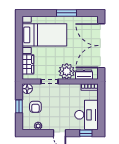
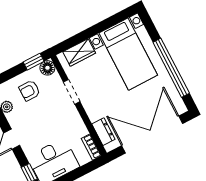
window: (66, 13) -> (171, 68), width x2.11
plant: (67, 71) -> (96, 107), removed
window: (19, 106) -> (34, 62), moved

